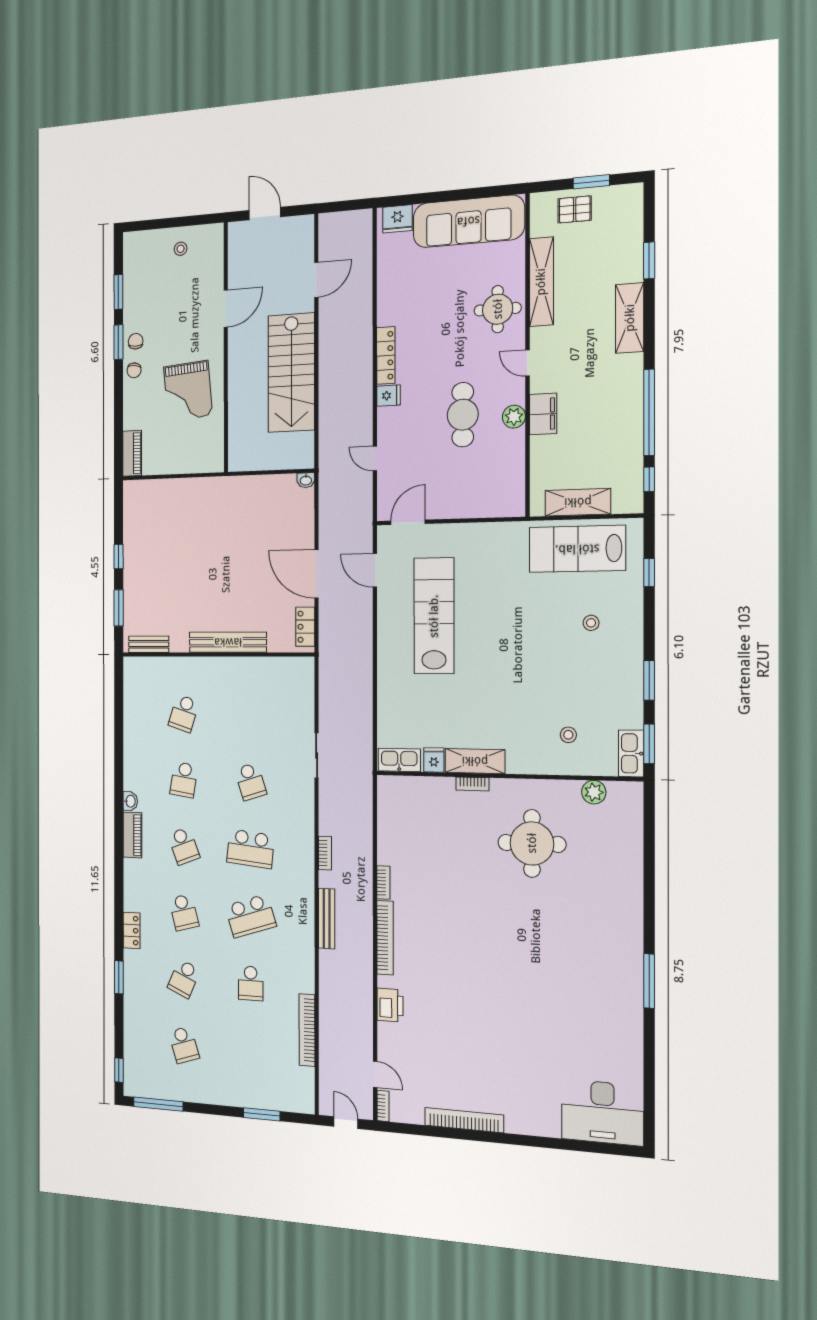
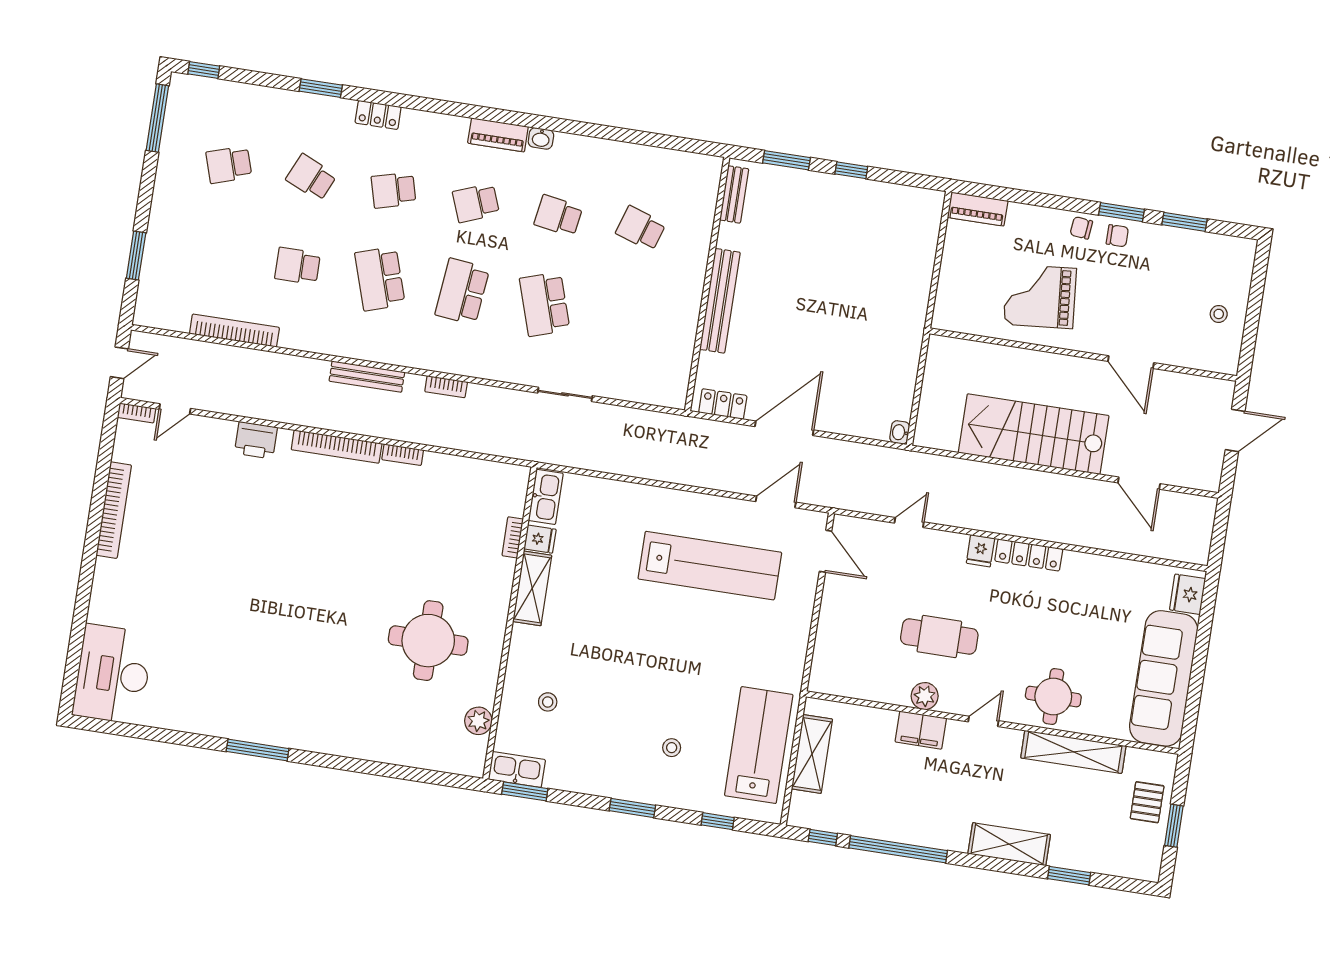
window: (649, 680) -> (632, 808), moved
school desk: (251, 781) -> (545, 304), width x1.85
bookcase: (472, 784) -> (513, 537), moved

